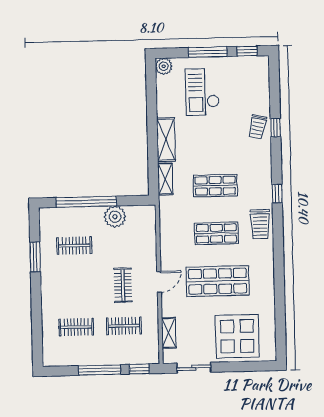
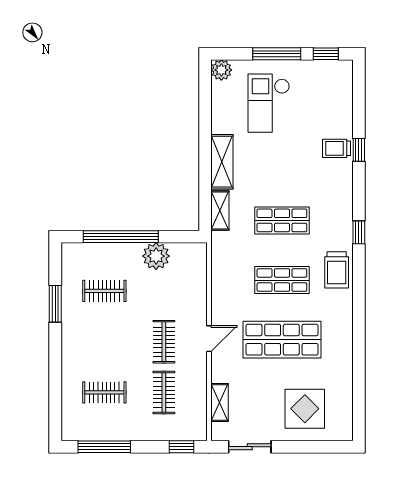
trolley: (258, 127) -> (336, 148), turned 77
clothes rail: (124, 326) -> (164, 392), turned 90
display table: (237, 336) -> (305, 409), width x0.73, depth x0.73
window: (100, 370) -> (104, 447), moved

